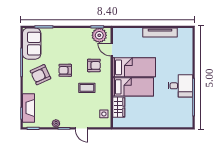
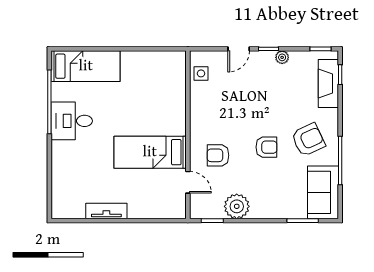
tv unit: (160, 32) -> (106, 211), width x0.71
plant: (99, 35) -> (237, 206), moved
bed: (133, 87) -> (86, 66), moved, turned 180
coffee table: (87, 88) -> (230, 117), removed
wardrobe: (119, 107) -> (176, 85), removed
door: (82, 128) -> (239, 49), swing flipped

